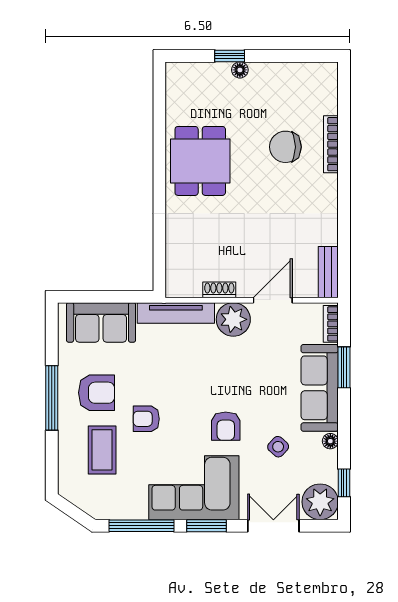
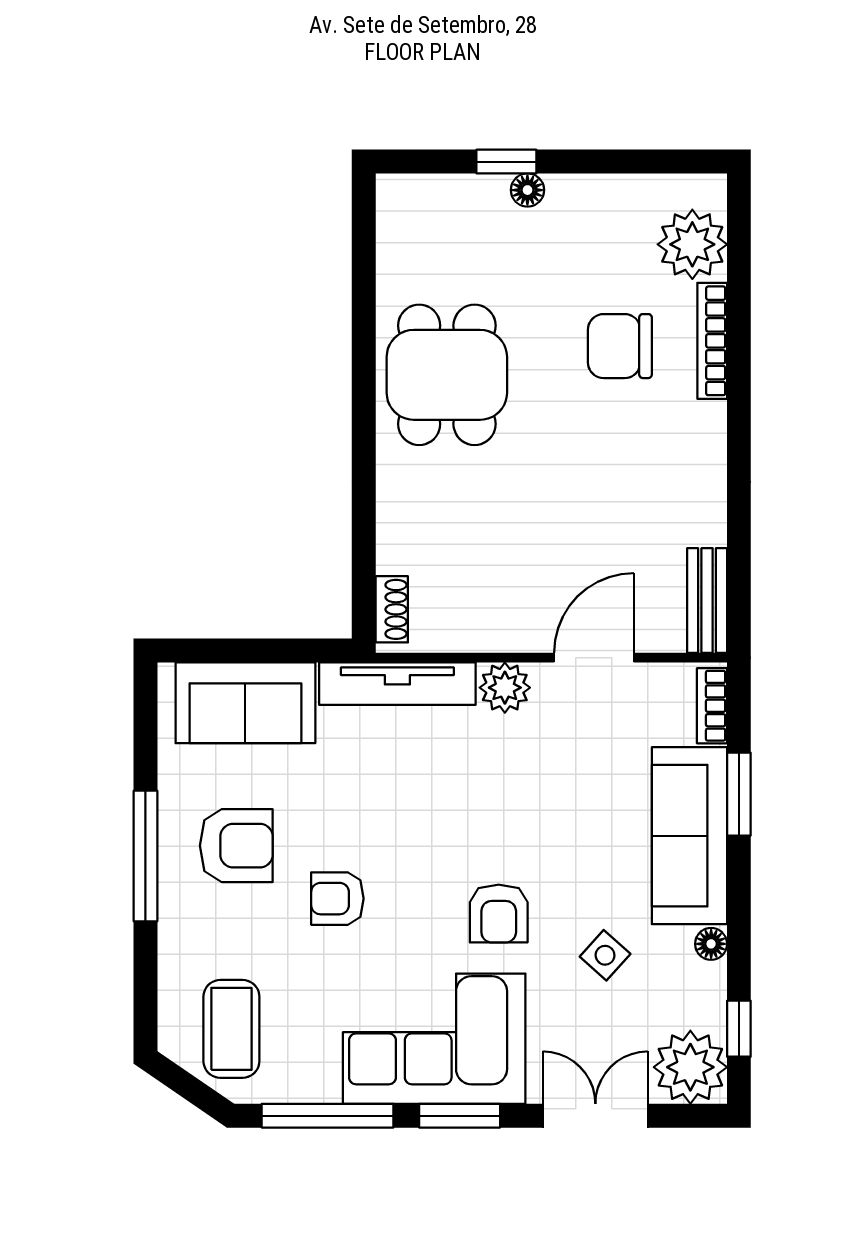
plant: (321, 97) -> (692, 244), added
shoe rack: (219, 290) -> (392, 609), moved, turned 90
plant: (233, 319) -> (505, 688), width x0.73, depth x0.73
coffee table: (102, 450) -> (231, 1029), moved

